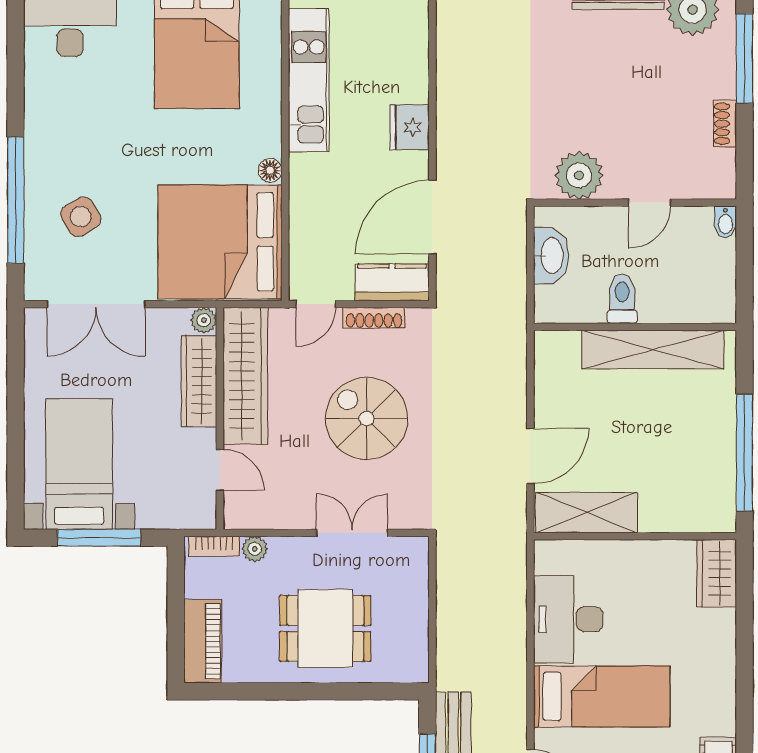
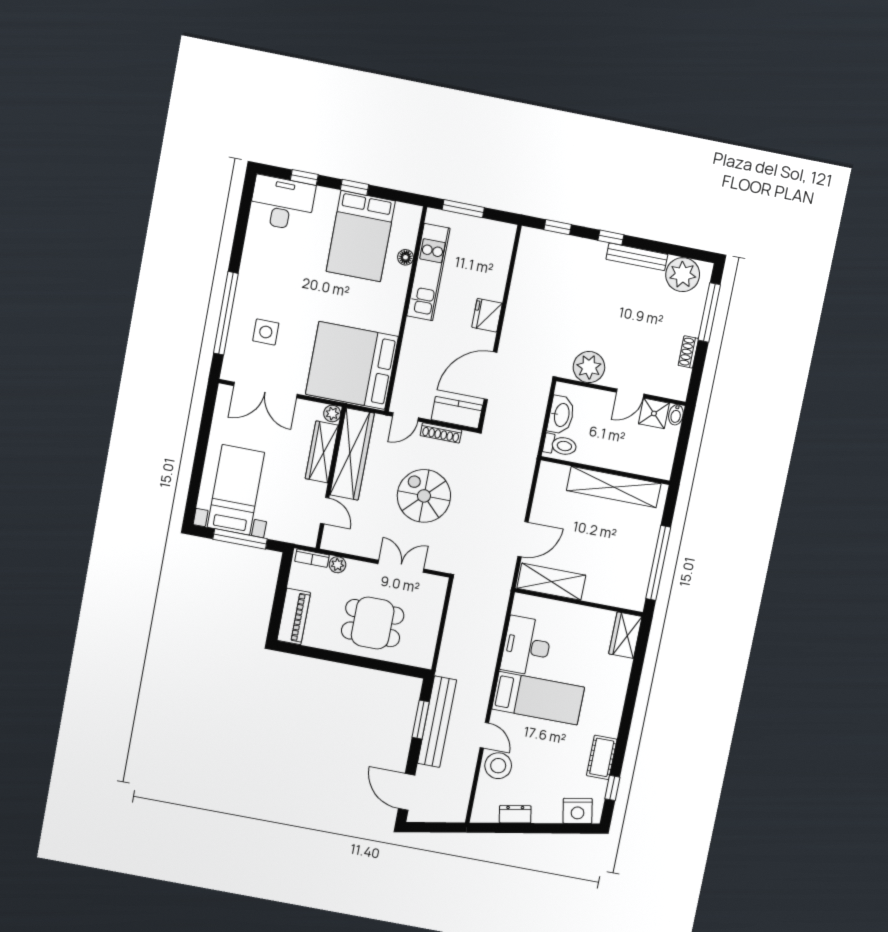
floor lamp: (270, 170) -> (405, 257), moved
side table: (81, 217) -> (266, 332), turned 30
shower: (692, 226) -> (654, 413), added
toilet: (622, 299) -> (560, 445), moved, turned 90

